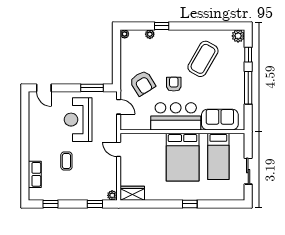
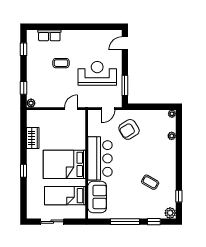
window: (162, 26) -> (179, 196), moved
coffee table: (203, 59) -> (150, 182), width x0.54, depth x0.58
armchair: (174, 84) -> (128, 157), removed
wardrobe: (132, 193) -> (33, 138), moved

